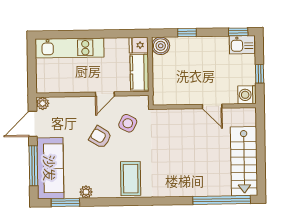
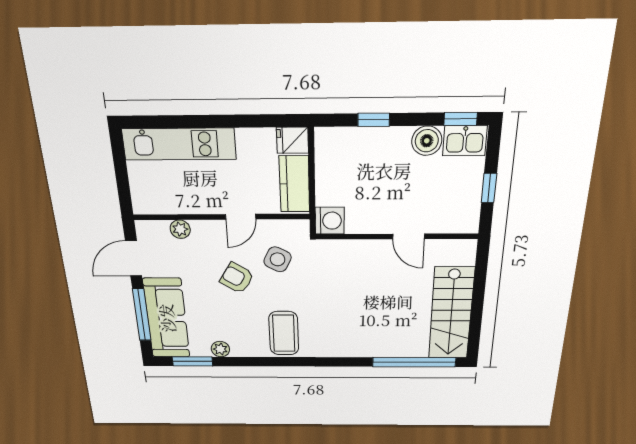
boiler: (161, 46) -> (427, 141), moved
washing machine: (247, 95) -> (330, 221), moved, turned 180
plant: (43, 103) -> (180, 229), moved

